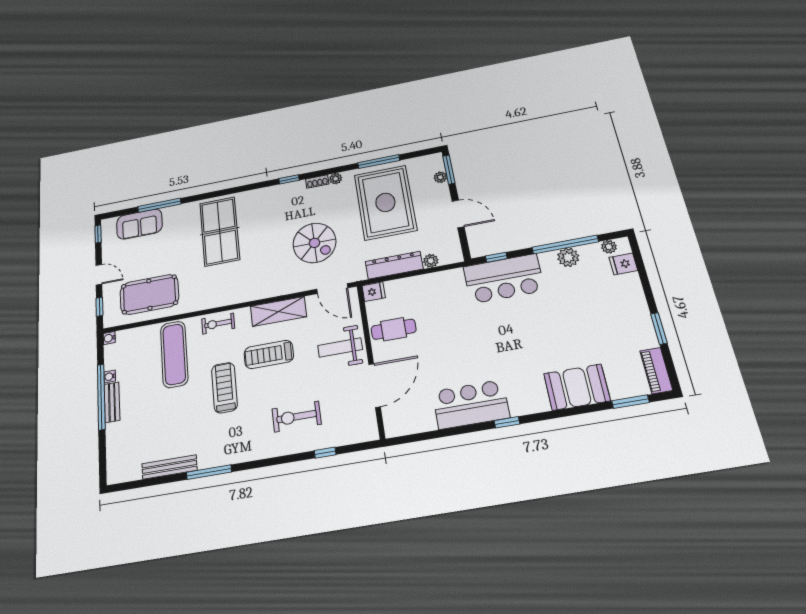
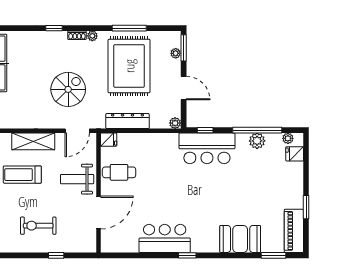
spiral stairs: (314, 243) -> (68, 89), turned -90
plant: (431, 261) -> (175, 123), moved
door: (332, 289) -> (77, 131), hinge flipped
piano: (656, 370) -> (294, 231), width x1.37, depth x1.33

